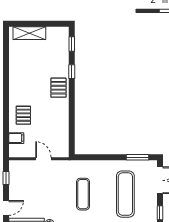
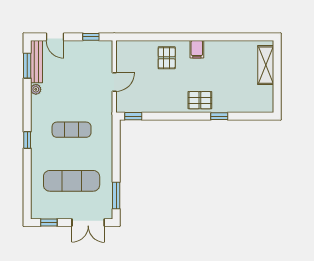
window: (72, 44) -> (133, 116), moved
pallet: (23, 115) -> (167, 58), turned 90
filing cabinet: (16, 138) -> (197, 49), moved

